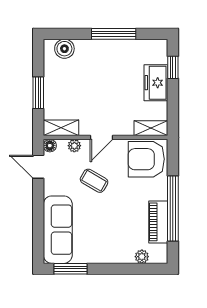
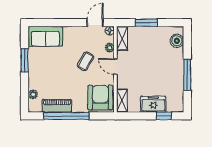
sofa: (58, 230) -> (45, 36), width x0.73
window: (71, 269) -> (25, 60), moved

